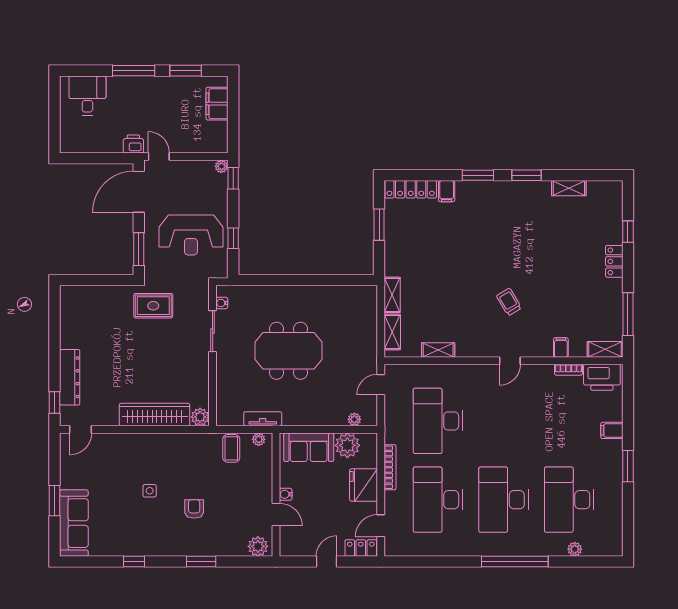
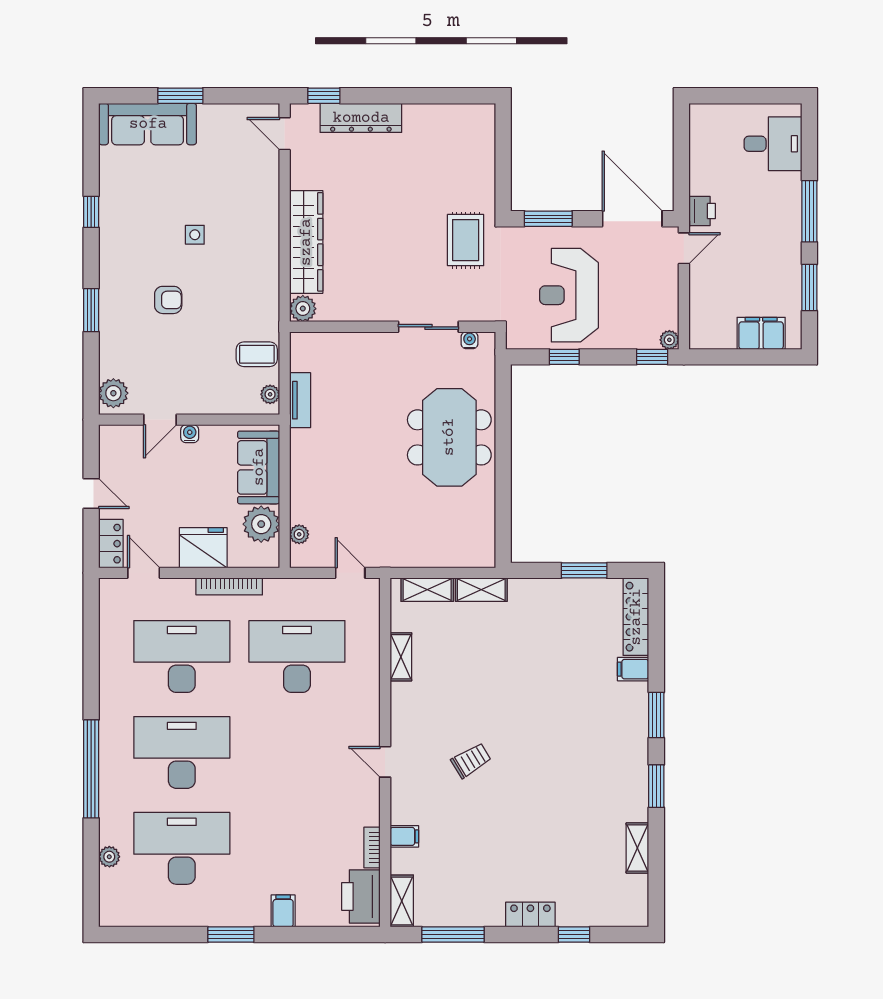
meeting table: (289, 351) -> (449, 437), moved

